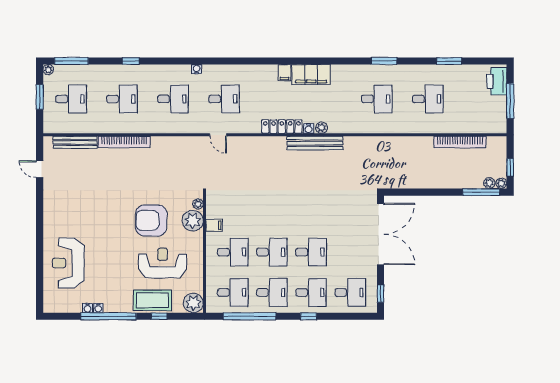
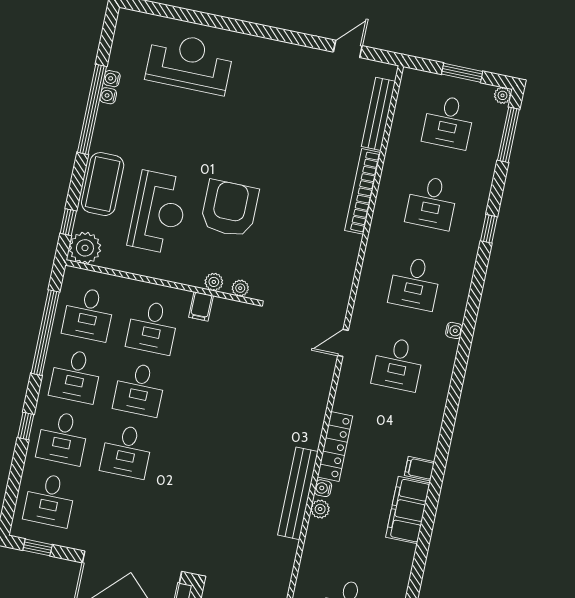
plant: (193, 221) -> (214, 282), width x0.53, depth x0.53
window: (159, 316) -> (68, 222), moved

